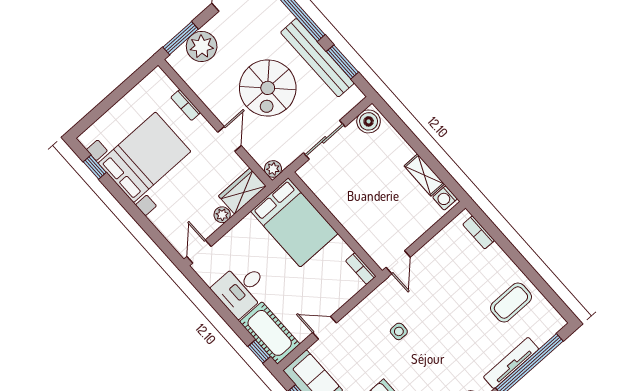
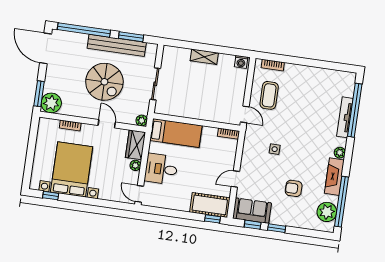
plant: (202, 46) -> (51, 103), moved
boiler: (369, 121) -> (170, 56), removed
shelving: (424, 175) -> (204, 57), moved
bed: (294, 222) -> (176, 133), width x0.67
desk: (241, 289) -> (161, 169), moved, turned 90
coffee table: (511, 302) -> (269, 95), moved

